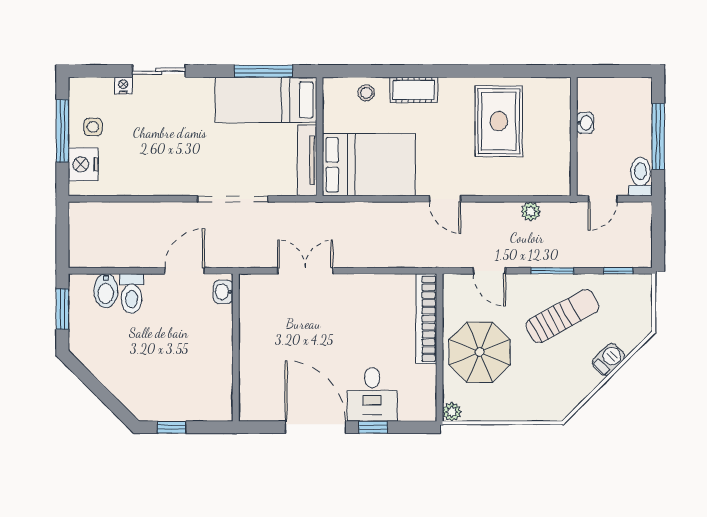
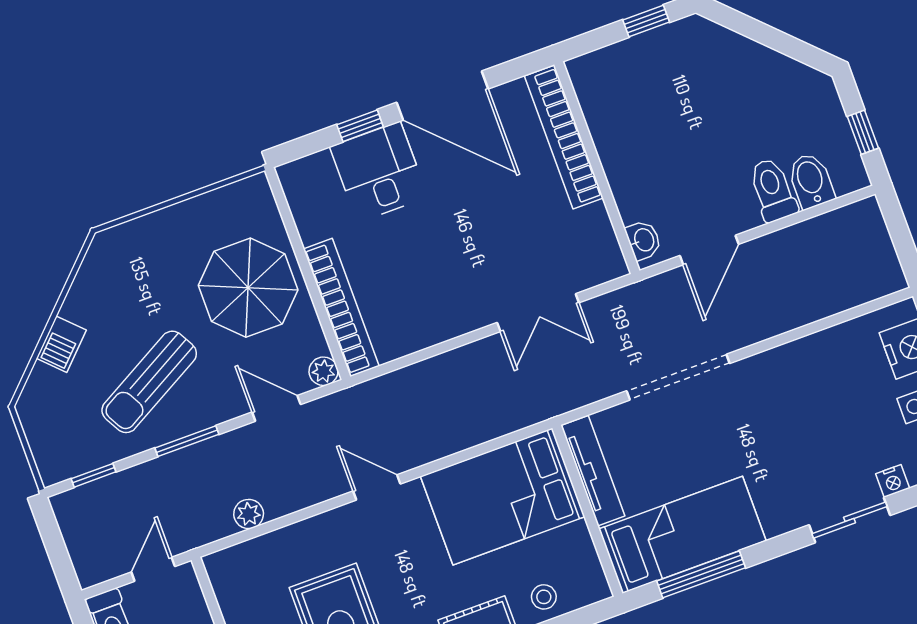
window: (62, 309) -> (863, 132), width x0.67
bookcase: (249, 374) -> (564, 137), added
plant: (452, 412) -> (324, 371), moved

